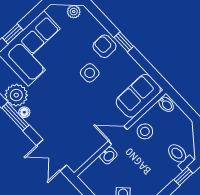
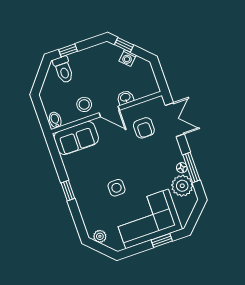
armchair: (104, 46) -> (144, 128), moved
side table: (90, 73) -> (117, 188), moved

